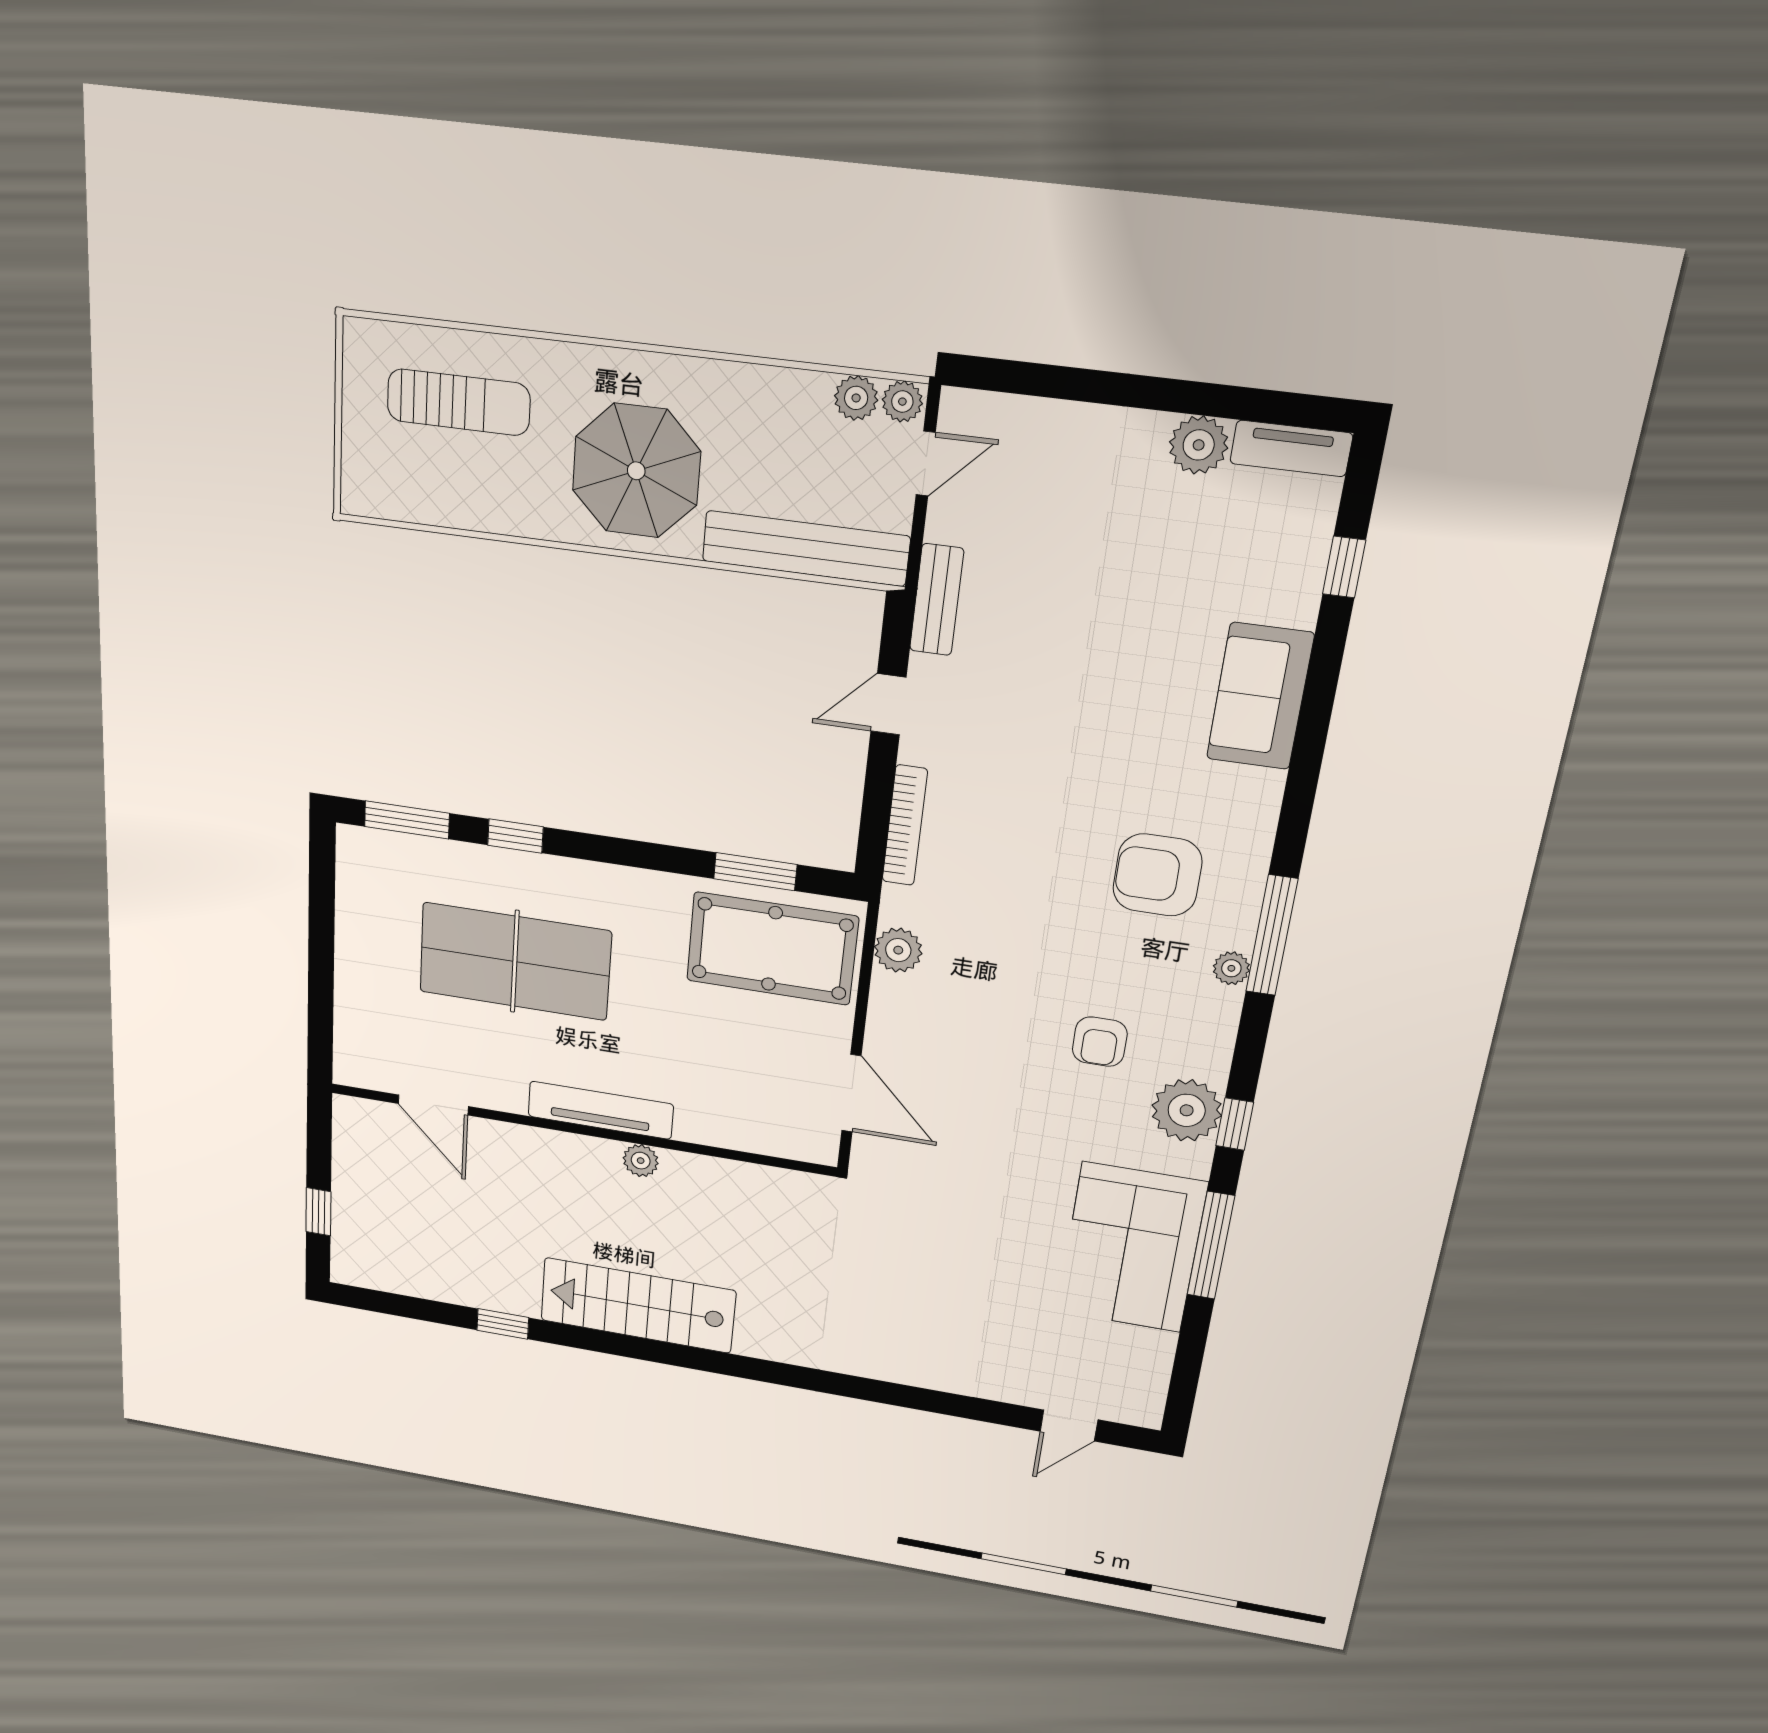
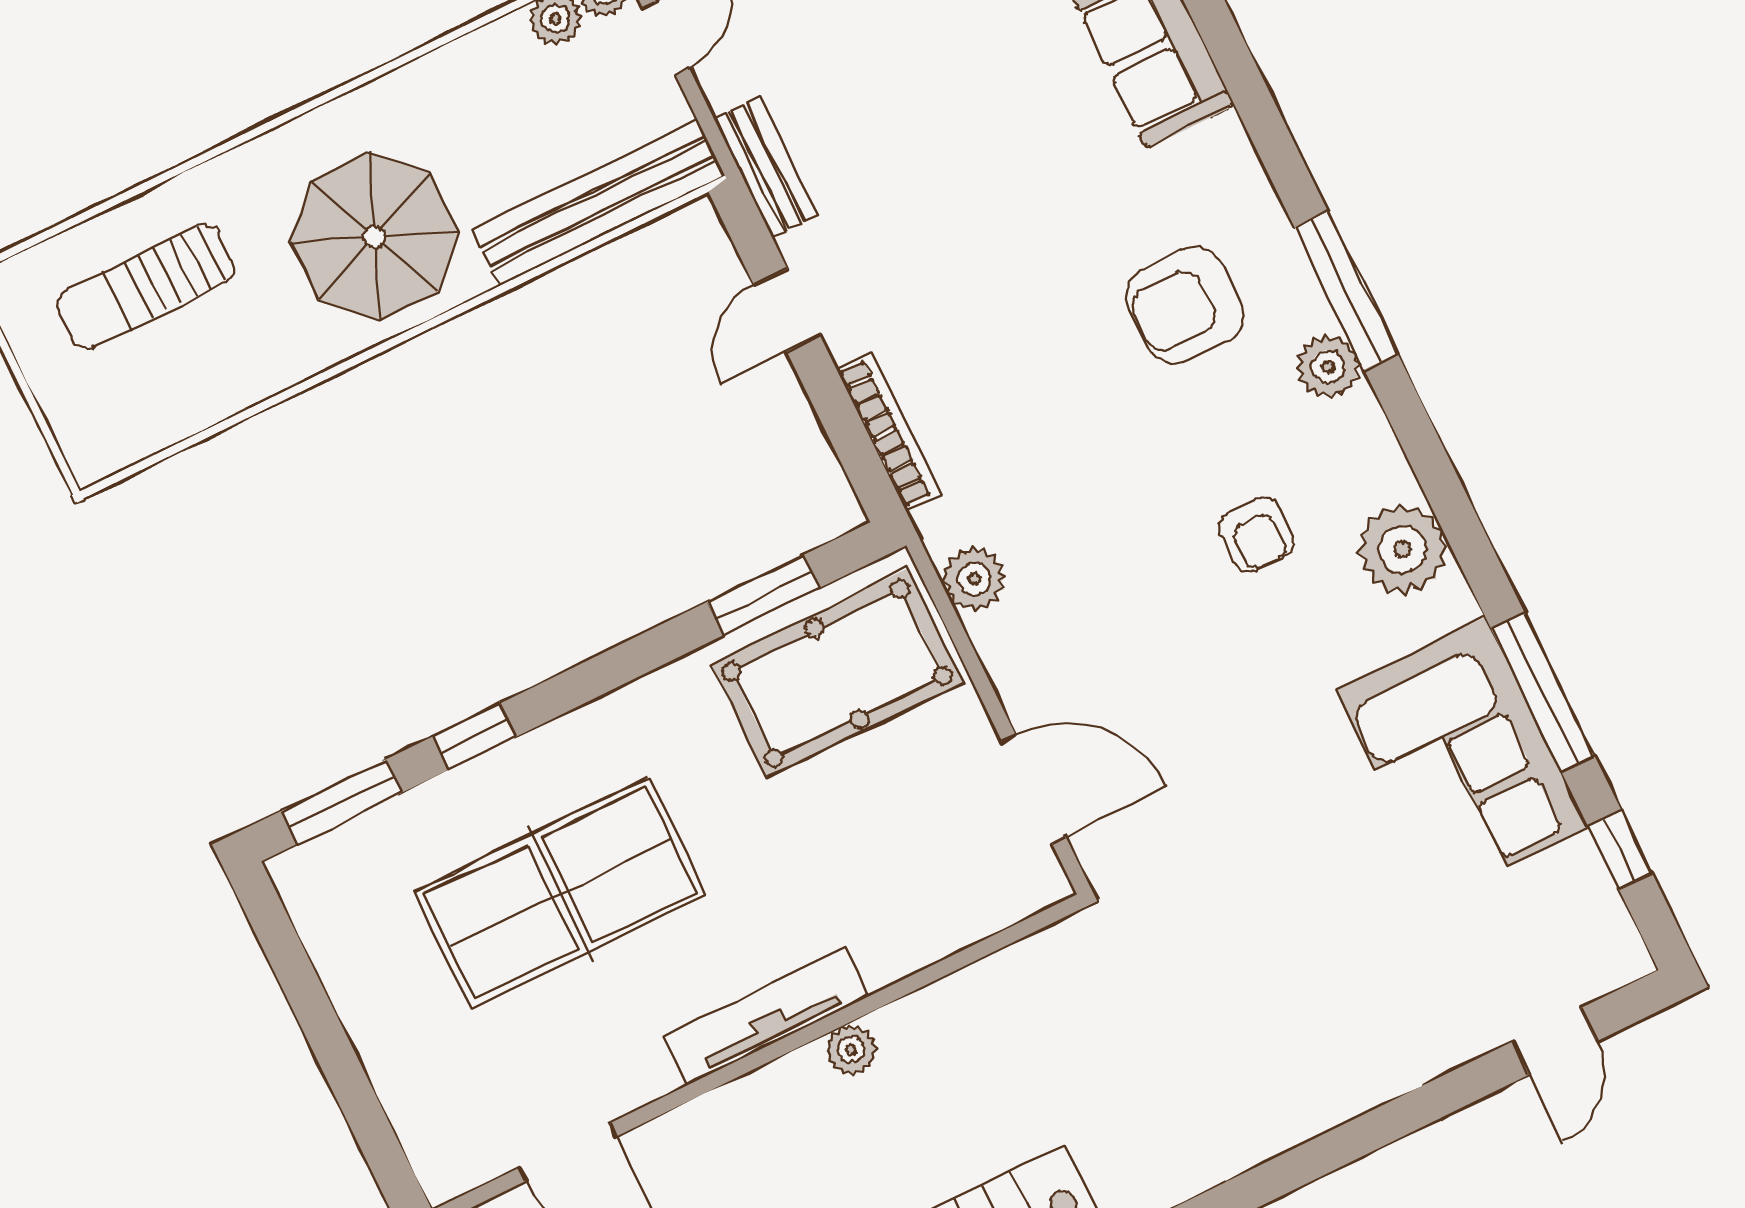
sun lounger: (459, 402) -> (146, 286), turned 180
plant: (1231, 968) -> (1328, 366), width x1.38, depth x1.38
window: (1235, 1124) -> (1620, 850), moved

